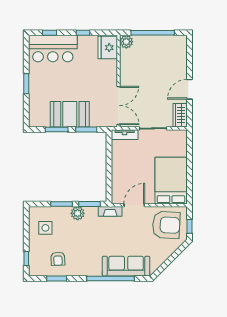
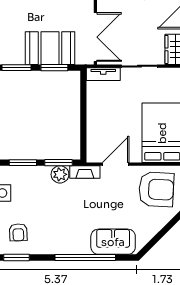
booth: (70, 114) -> (50, 48), moved
plant: (78, 213) -> (60, 174), moved
sofa: (126, 266) -> (113, 242), width x0.73

